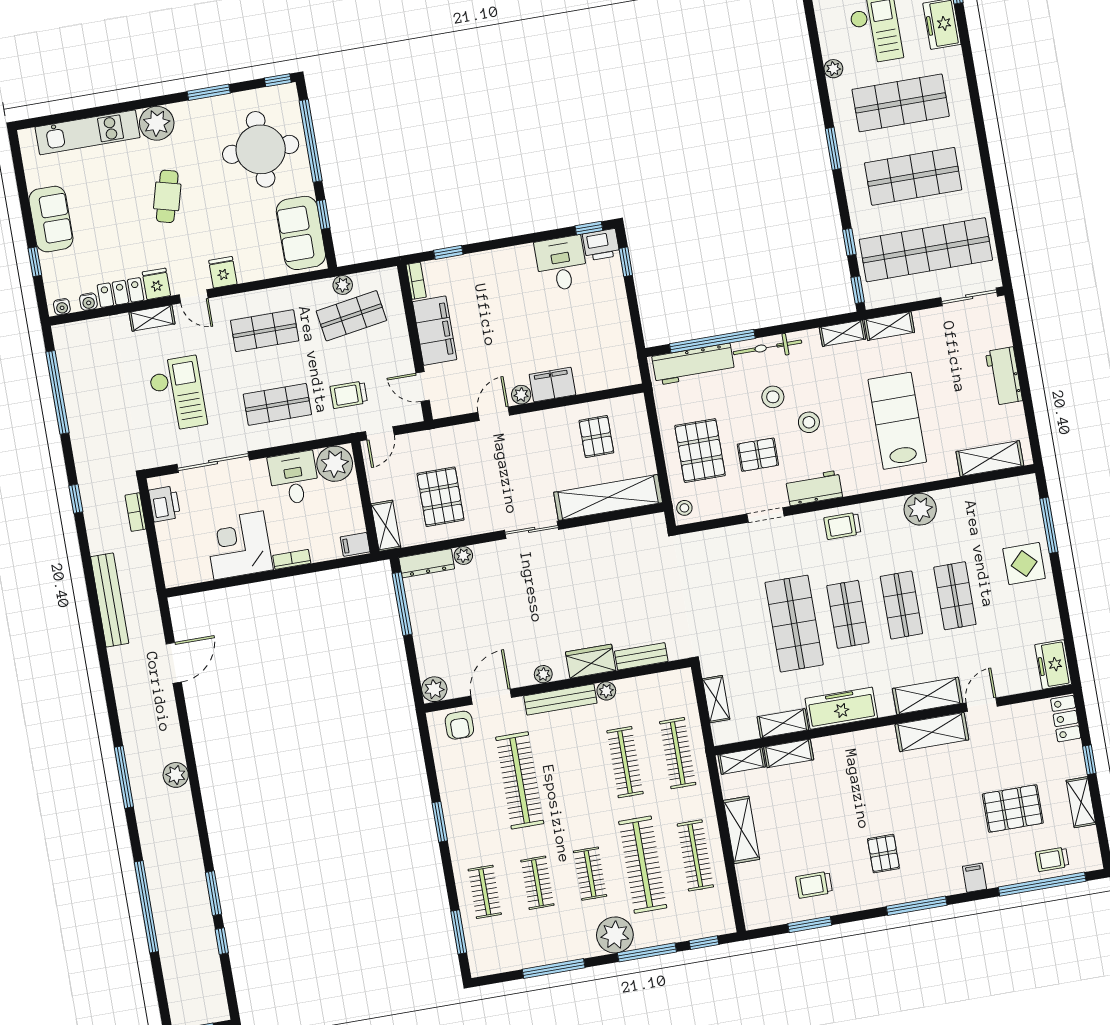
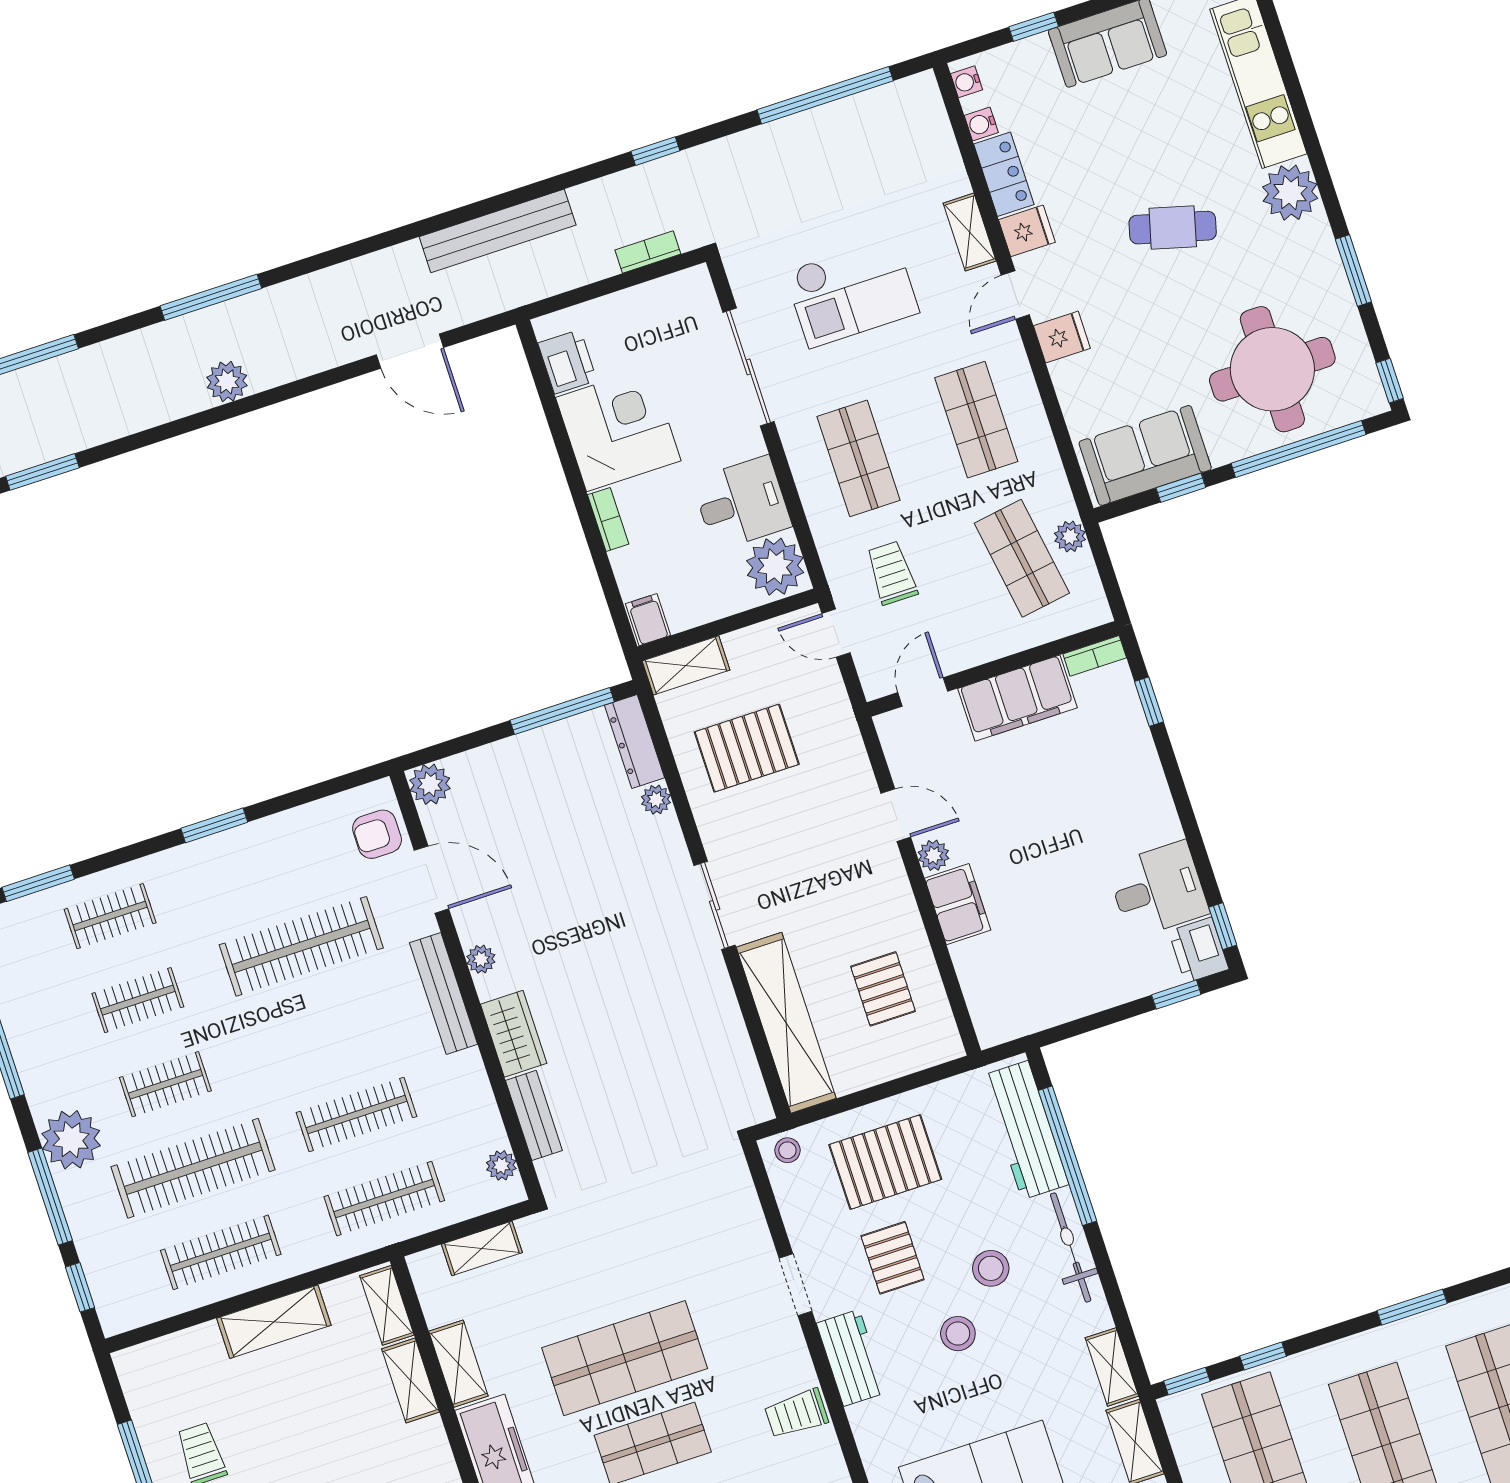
pallet: (596, 437) -> (883, 989), turned 90
printer: (165, 504) -> (567, 362), moved, turned -90
trolley: (842, 526) -> (796, 1414), turned -90
plant: (606, 691) -> (501, 1165), moved

